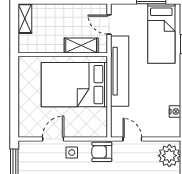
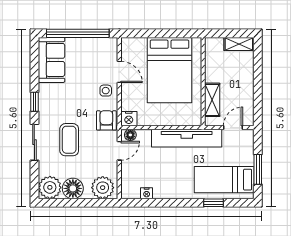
bed: (74, 85) -> (170, 70), moved, turned 180
floor lamp: (116, 128) -> (130, 135), added
nightstand: (100, 129) -> (129, 119), added

